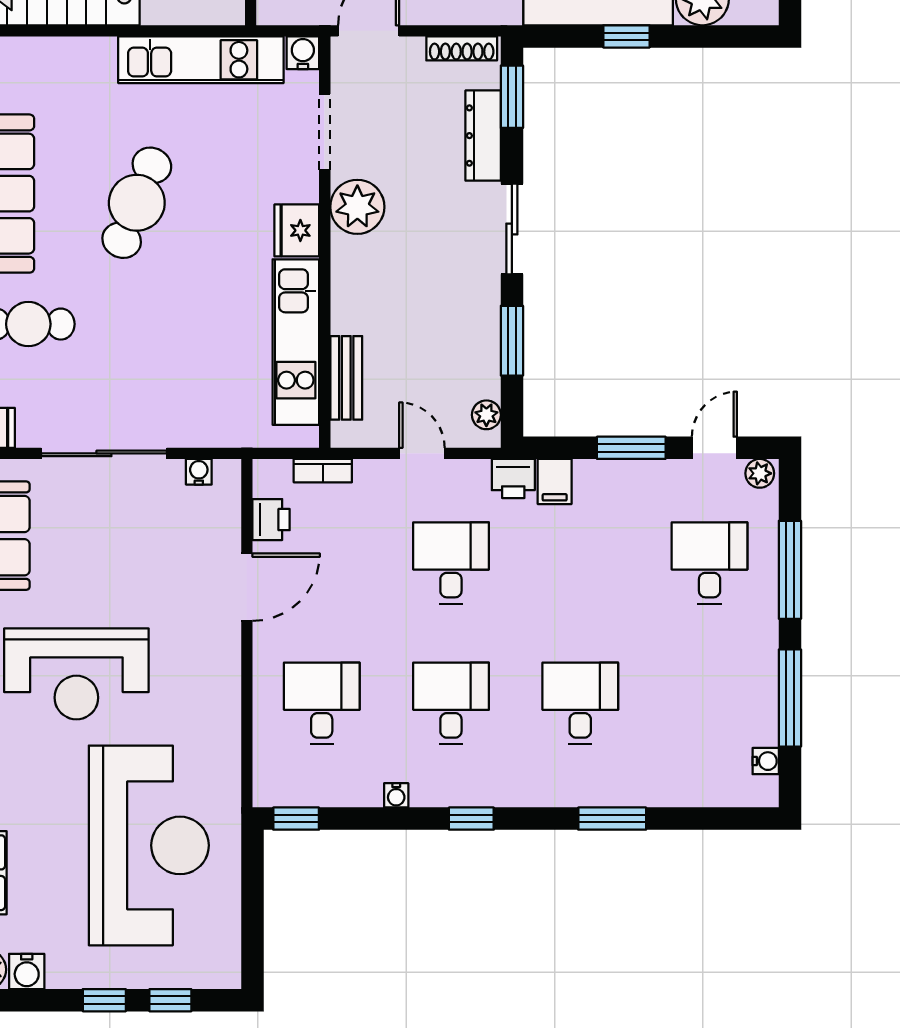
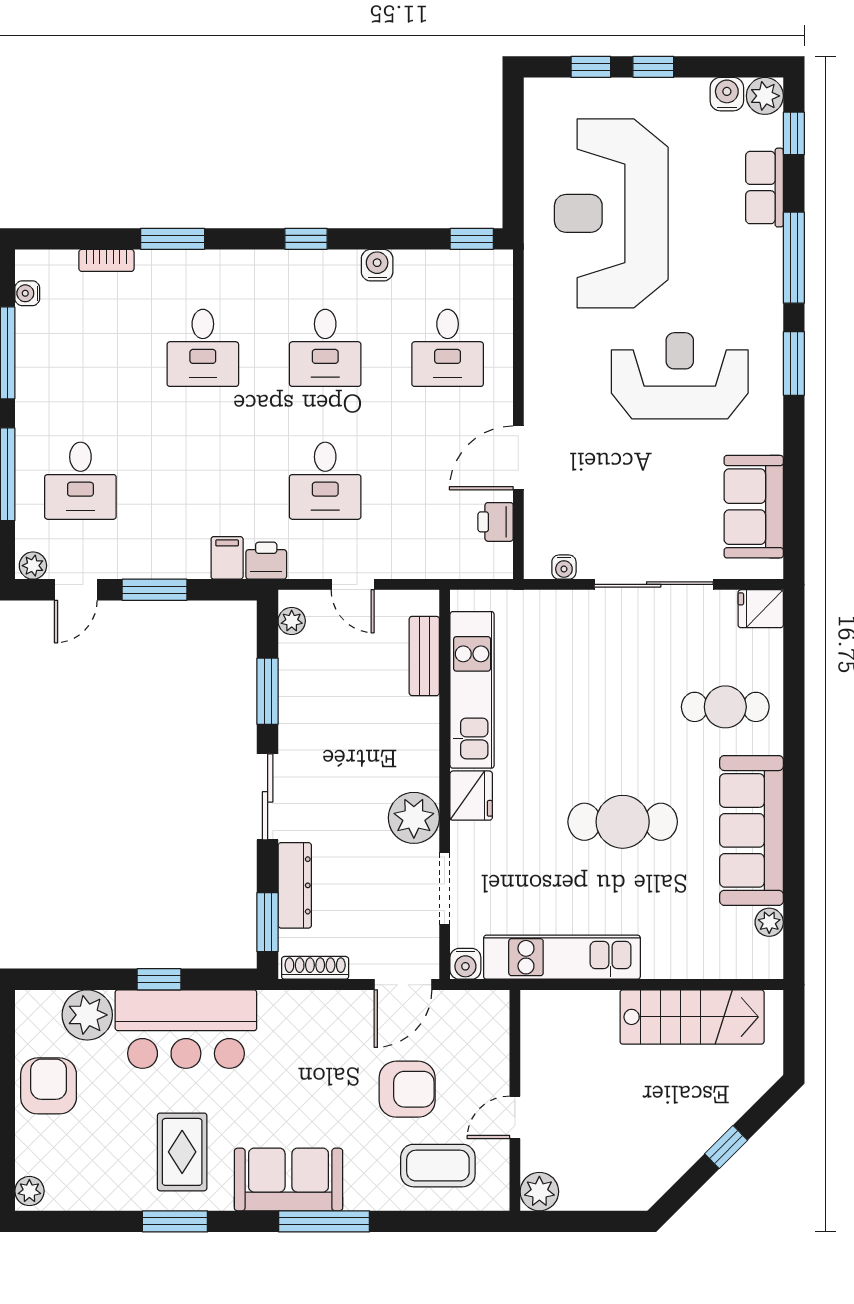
cafe table: (137, 203) -> (623, 822), turned 68
bookcase: (323, 471) -> (106, 260), moved, turned 180
water cooler: (396, 795) -> (377, 265), width x1.38, depth x1.38

